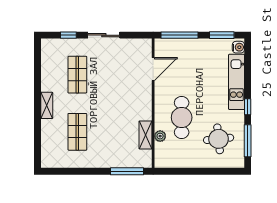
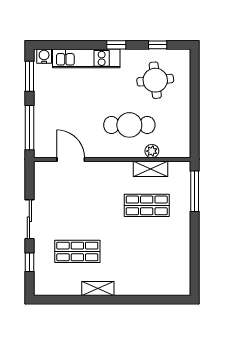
shelving: (47, 105) -> (98, 289), moved
shop shelf: (77, 132) -> (147, 205), moved
window: (248, 141) -> (158, 45), width x0.46

